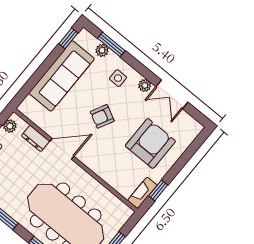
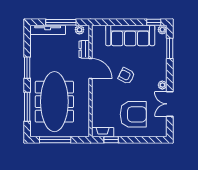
plant: (102, 50) -> (162, 30), moved
side table: (118, 78) -> (154, 67), removed

